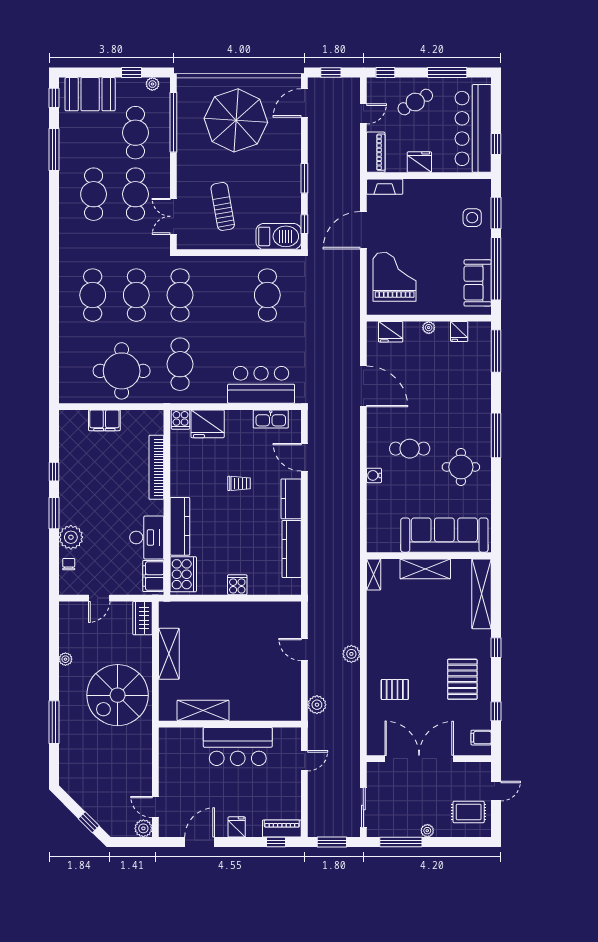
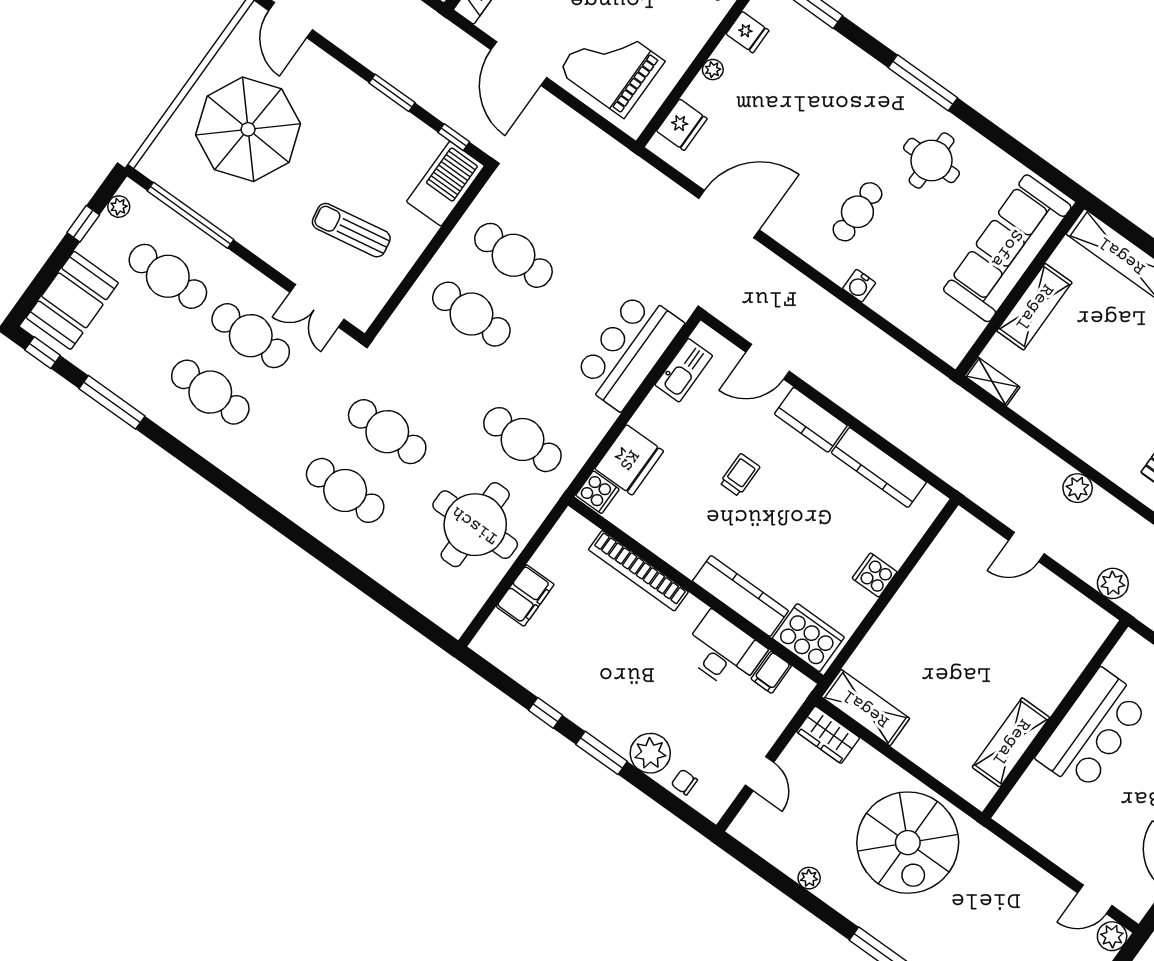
cafe table: (180, 295) -> (471, 314), moved
filing cabinet: (153, 576) -> (771, 672), width x0.50
shelving: (169, 654) -> (866, 708), moved

